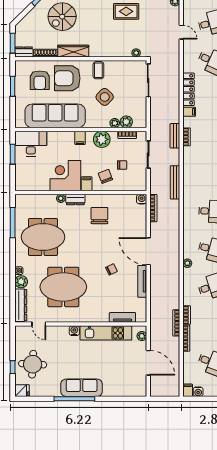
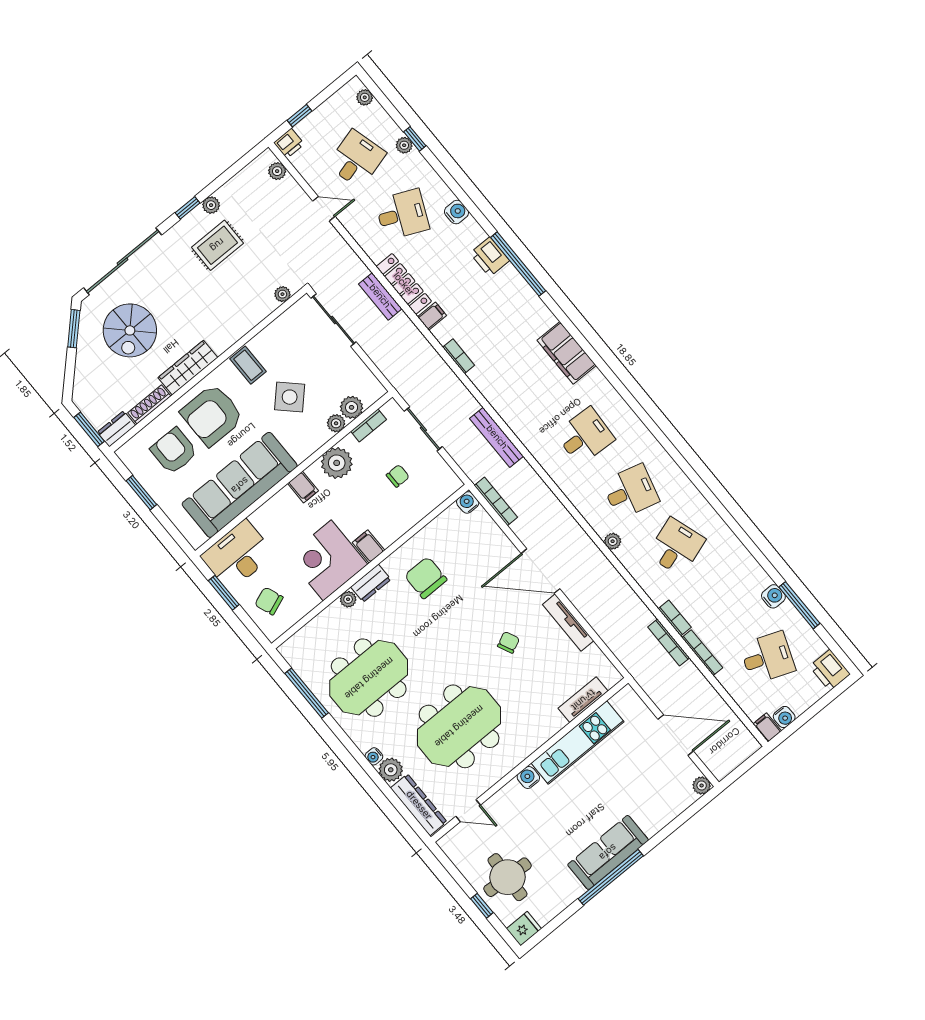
armchair: (40, 80) -> (174, 451), turned 180
bench: (175, 136) -> (380, 296), moved
chair: (105, 176) -> (269, 601), moved
plant: (142, 336) -> (702, 785), moved

